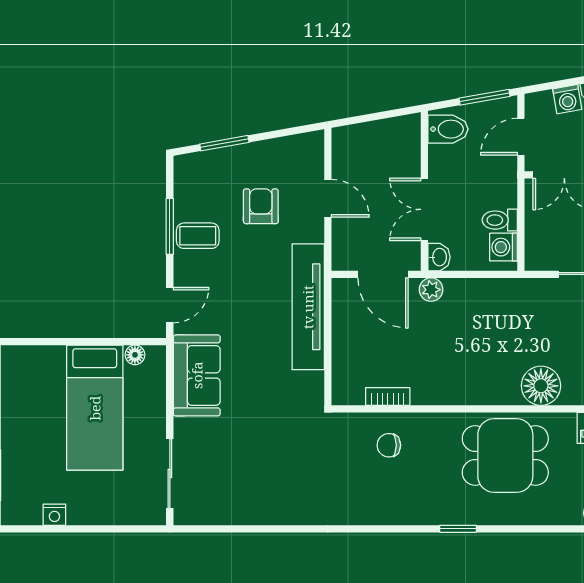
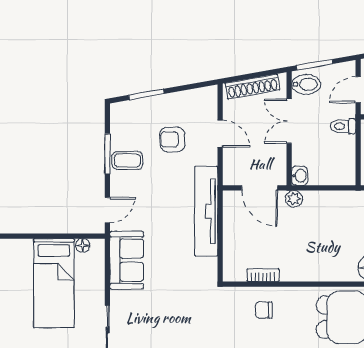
window: (484, 97) -> (315, 65), moved
shoe rack: (373, 132) -> (252, 87), added
armchair: (261, 206) -> (172, 139), turned -90
double door: (424, 209) -> (289, 121), moved
toilet: (500, 220) -> (343, 126), moved
washing machine: (504, 247) -> (346, 169), removed

